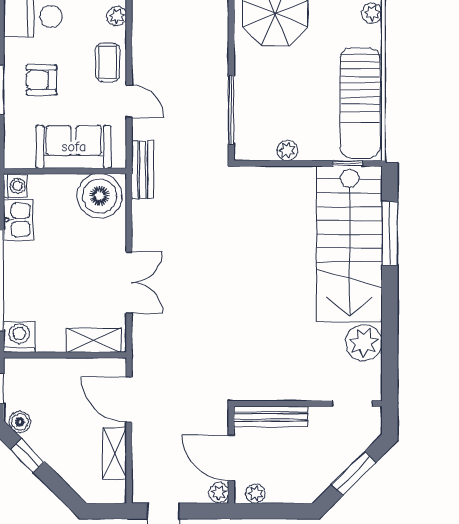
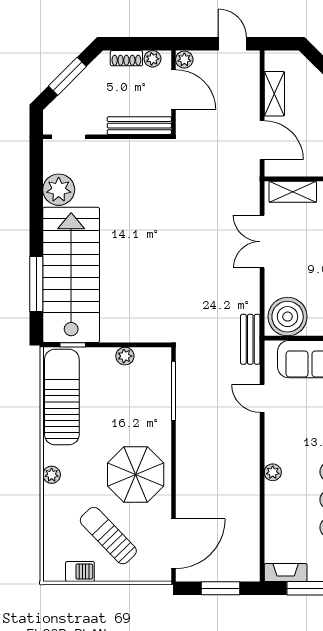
coffee table: (108, 62) -> (281, 432), removed
shoe rack: (286, 494) -> (126, 58), added

